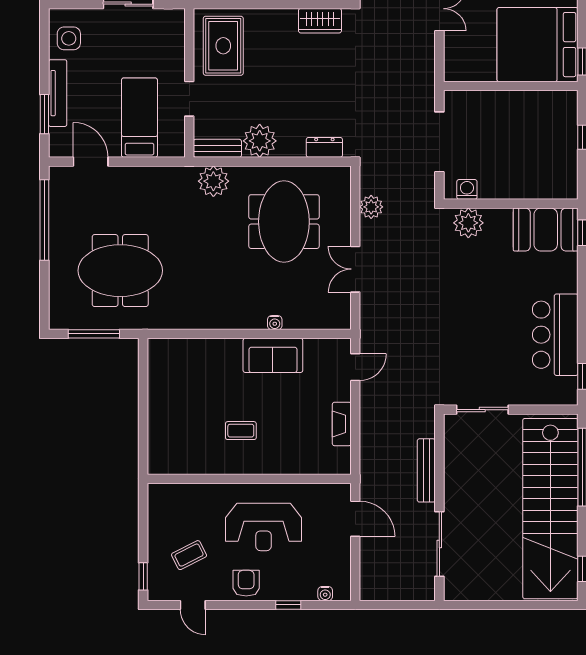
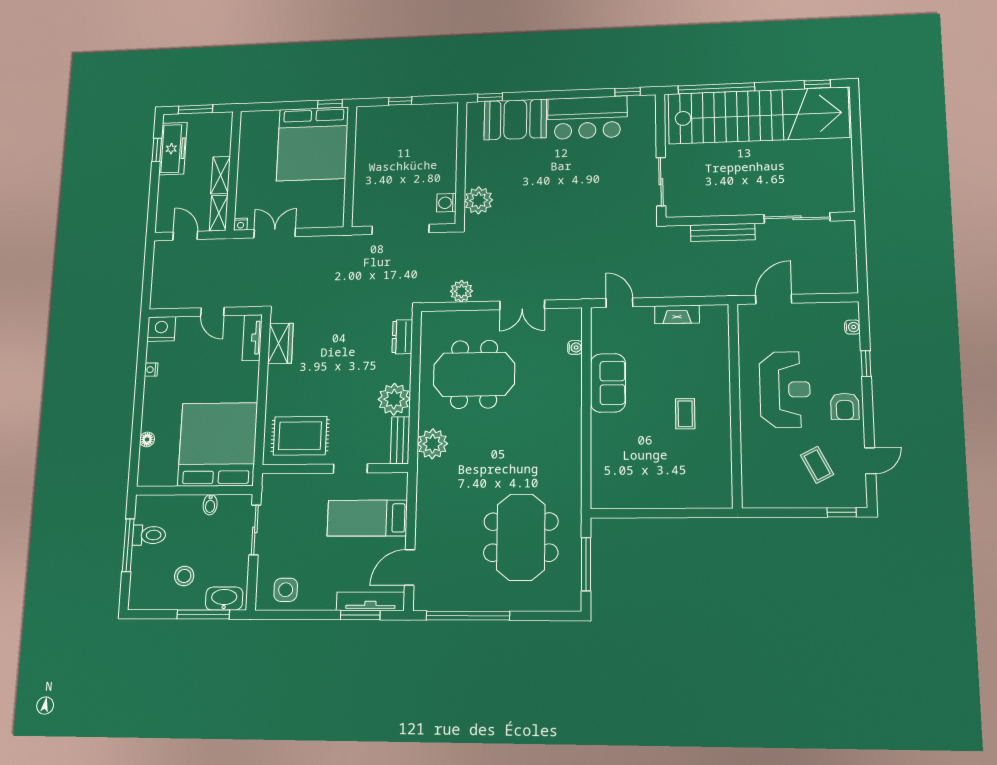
tv unit: (58, 93) -> (370, 601), moved
booth: (546, 230) -> (515, 119), moved, turned 90
water cooler: (275, 323) -> (575, 347), moved
armchair: (246, 583) -> (845, 406), turned -90

